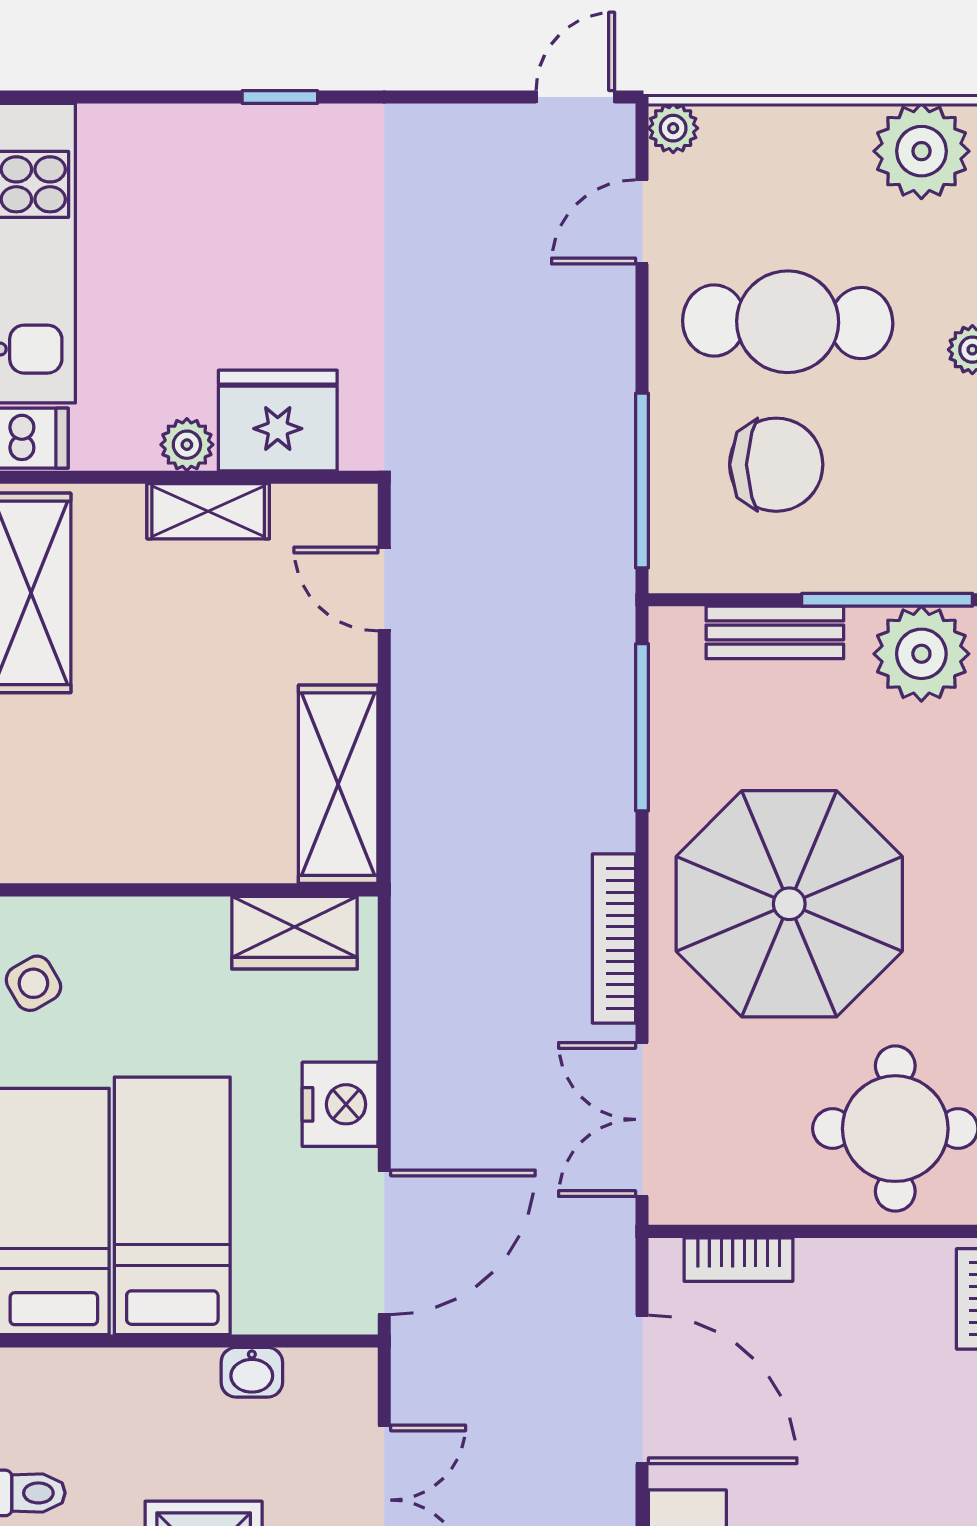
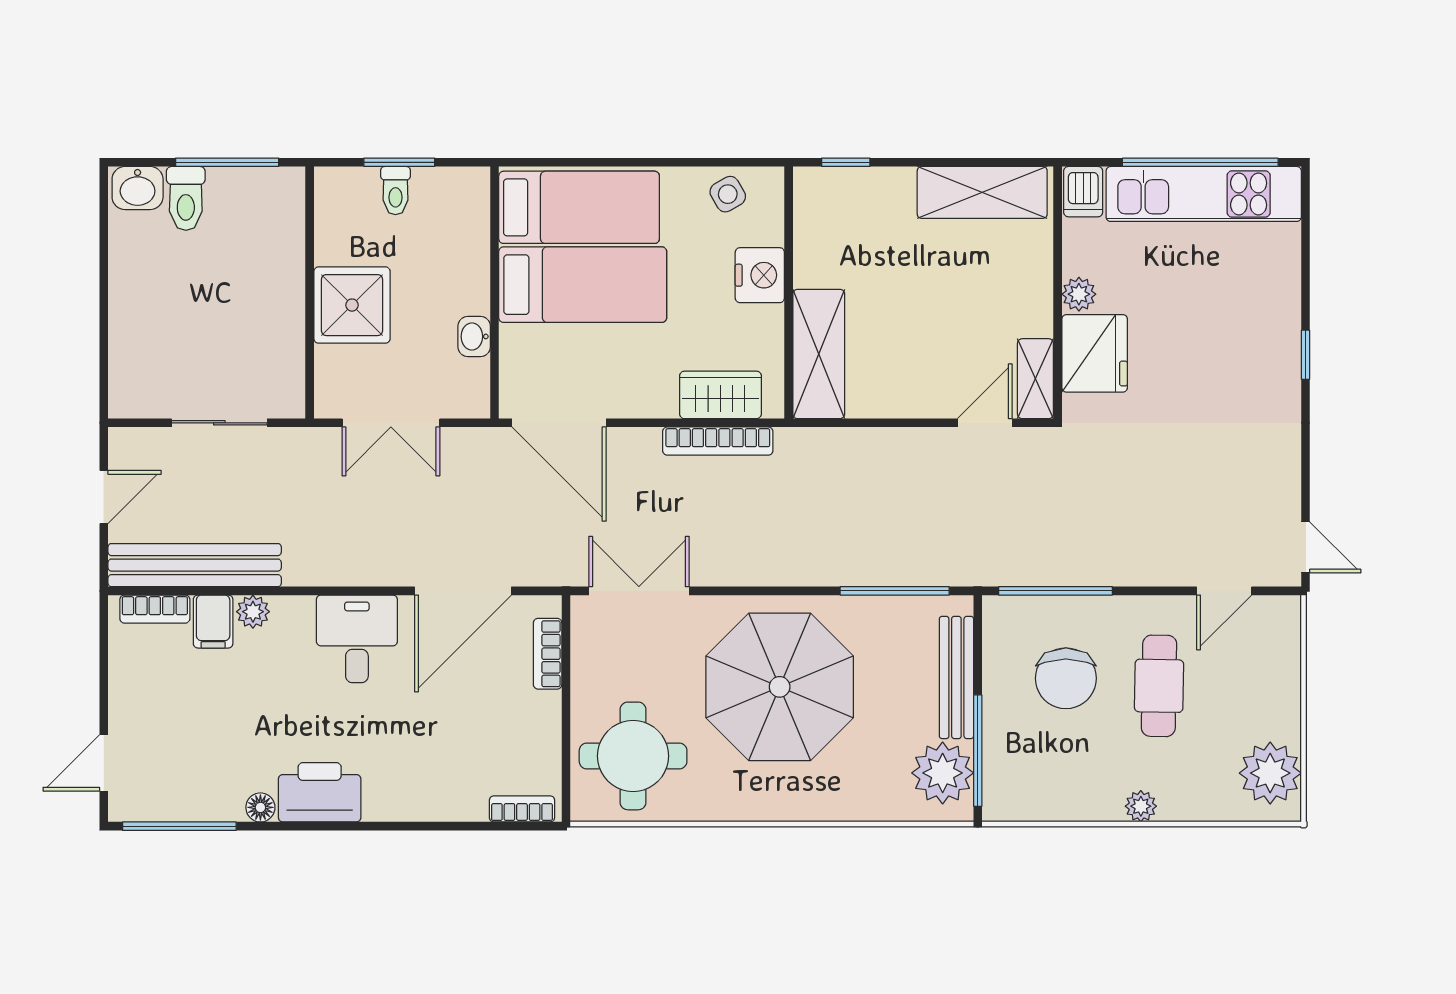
plant: (673, 128) -> (1285, 611), removed
door: (642, 222) -> (1224, 591), swing flipped
cafe table: (788, 322) -> (1159, 686), width x0.73, depth x0.74
shelving: (208, 511) -> (1035, 379), moved
bench: (775, 632) -> (956, 677), width x1.36
shelving: (338, 784) -> (819, 354), moved, turned 90
wardrobe: (294, 933) -> (720, 395), moved, turned 90
bookcase: (614, 939) -> (718, 441), moved, turned 180
nightstand: (340, 1104) -> (760, 275), moved, turned -90

